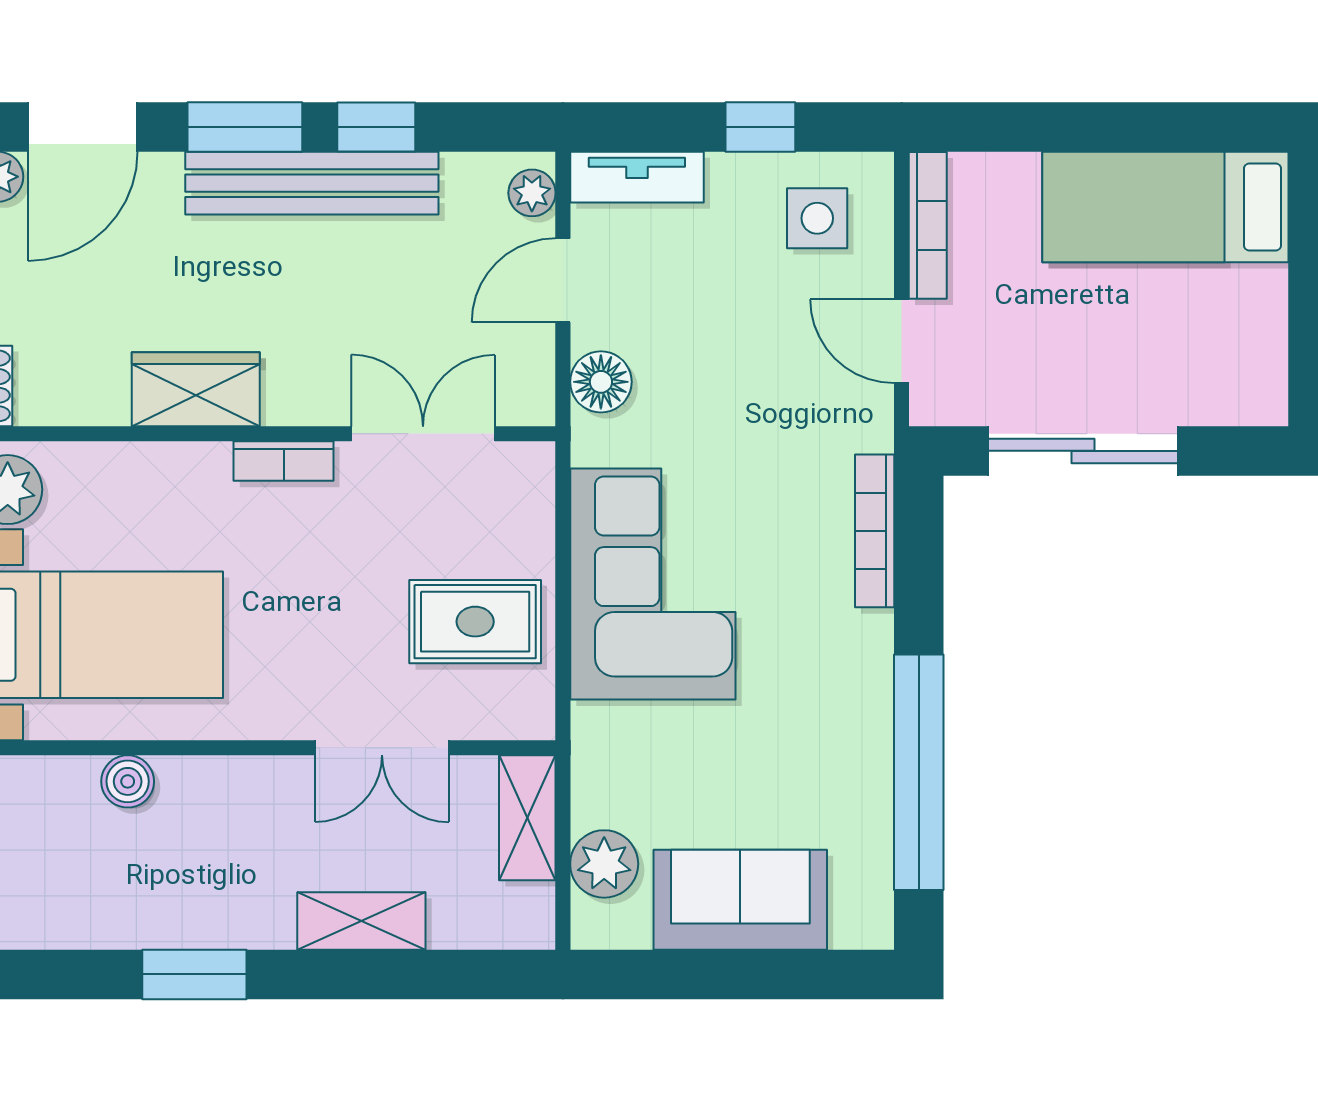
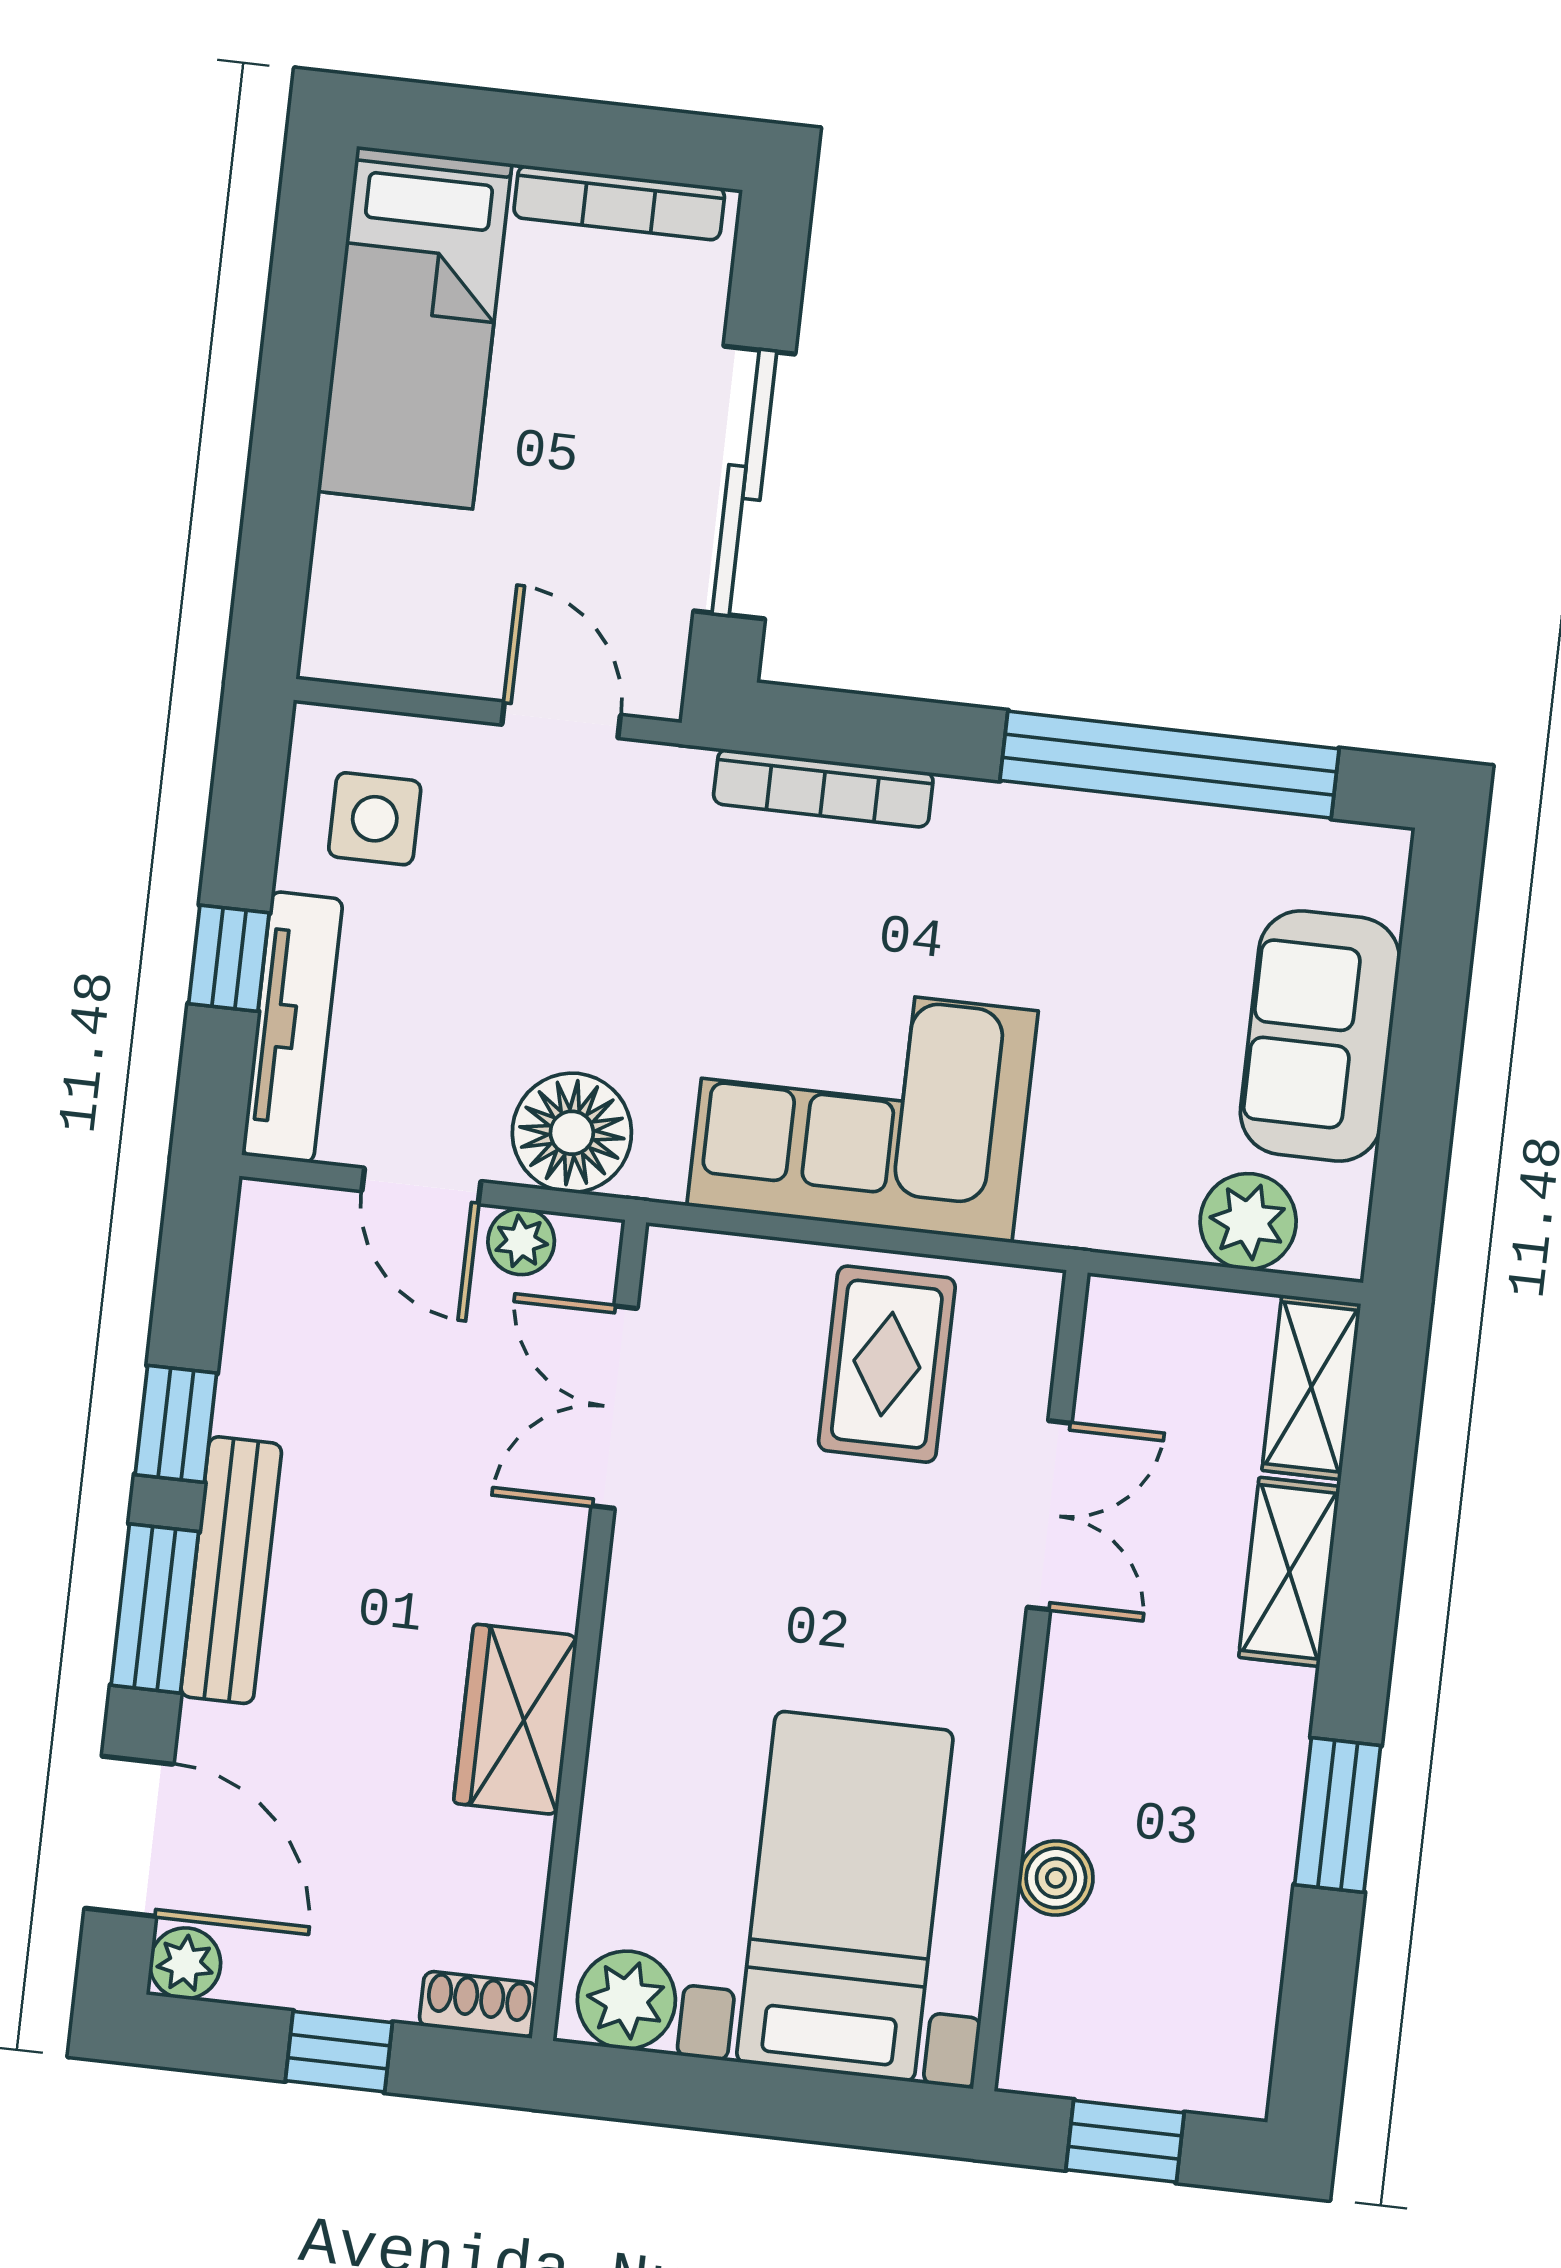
window: (760, 127) -> (229, 958), moved
tv unit: (637, 177) -> (292, 1027), width x1.41
bench: (312, 183) -> (231, 1570), width x0.73, depth x0.82
plant: (532, 193) -> (521, 1241), moved
bookcase: (928, 225) -> (619, 203), moved, turned 180
door: (902, 341) -> (561, 720), swing flipped
floor lamp: (601, 382) -> (572, 1133), width x1.38, depth x1.38
bookcase: (284, 461) -> (630, 1608), removed
shelving: (527, 818) -> (1311, 1387), moved, turned 90

